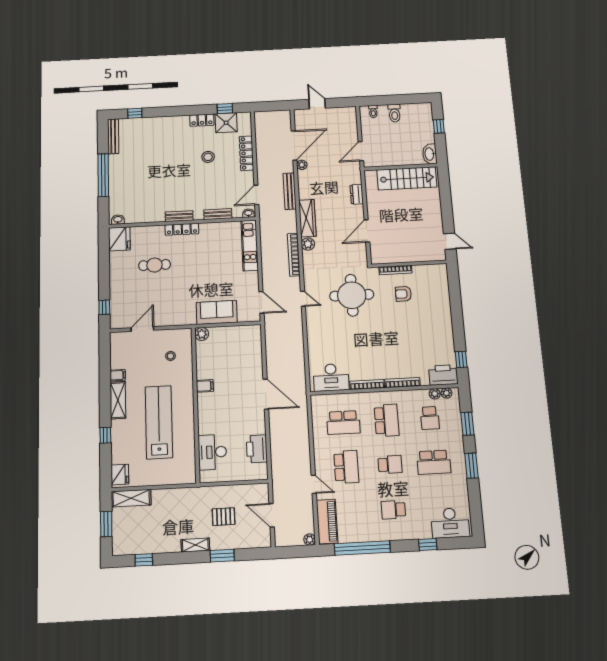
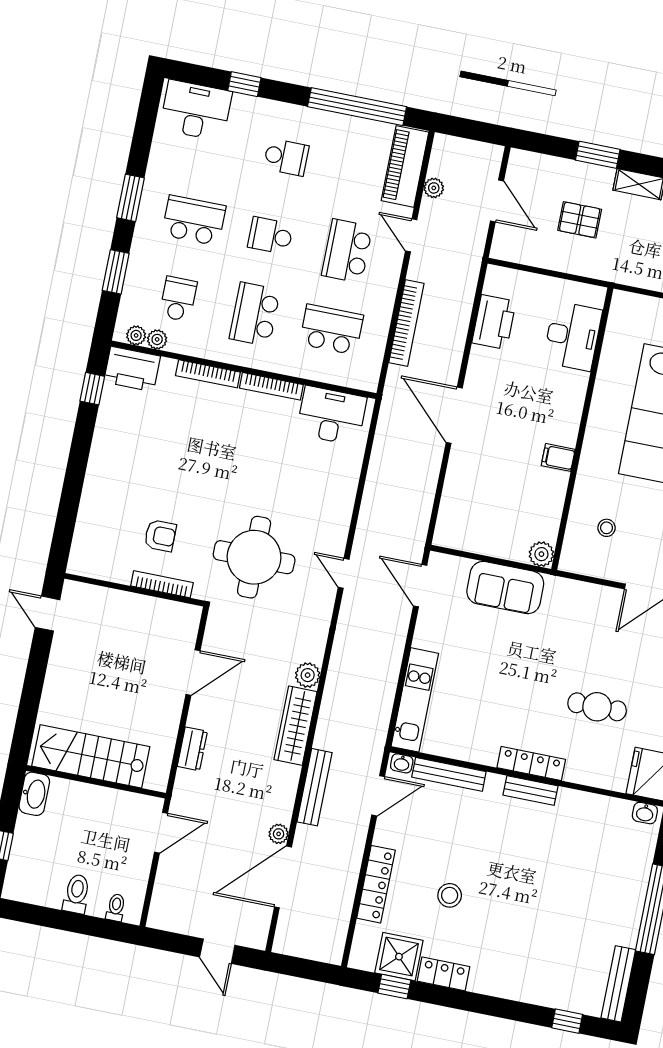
bench: (218, 214) -> (449, 774), width x1.36
bookcase: (294, 255) -> (406, 323), moved
plant: (310, 540) -> (434, 188), moved

